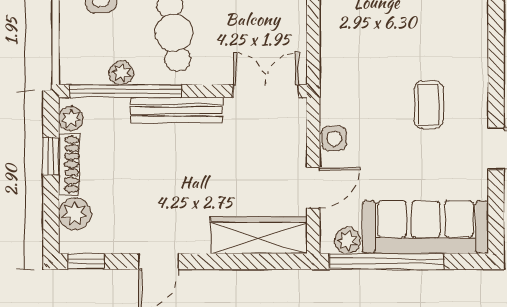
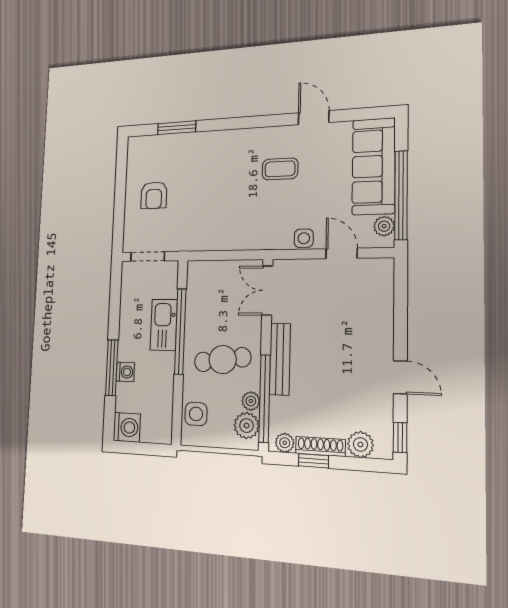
plant: (90, 68) -> (247, 426), added
wardrobe: (259, 235) -> (379, 296), removed

